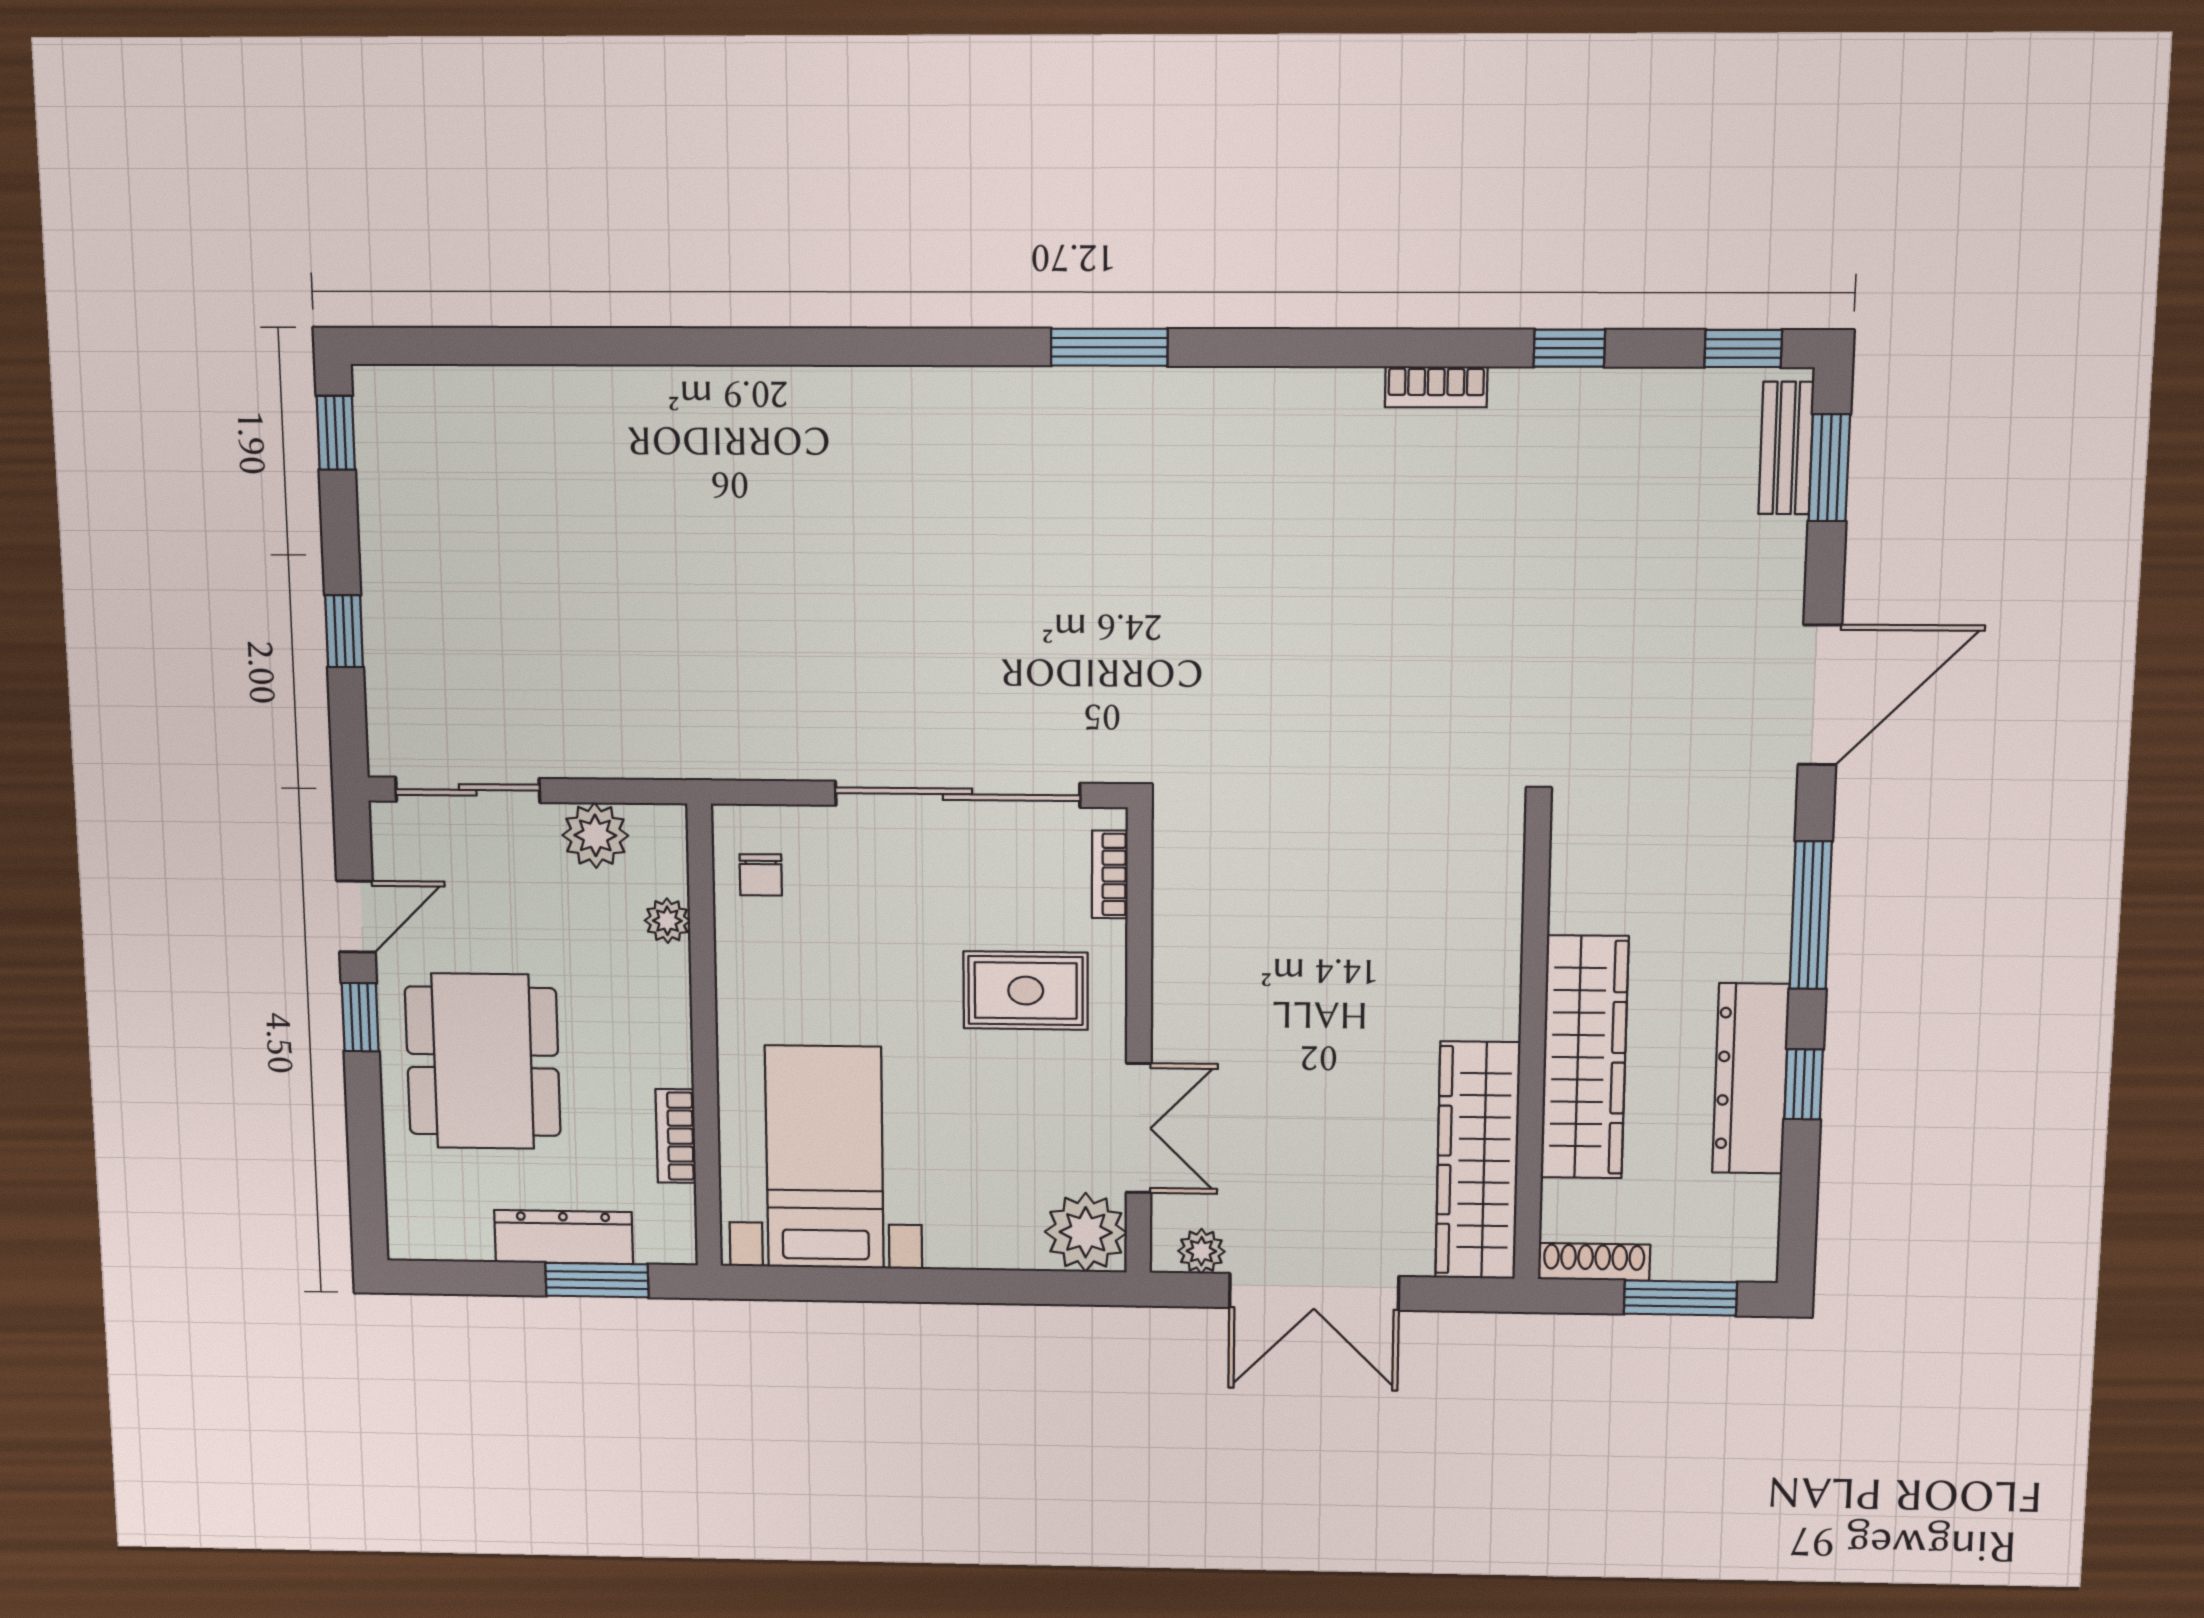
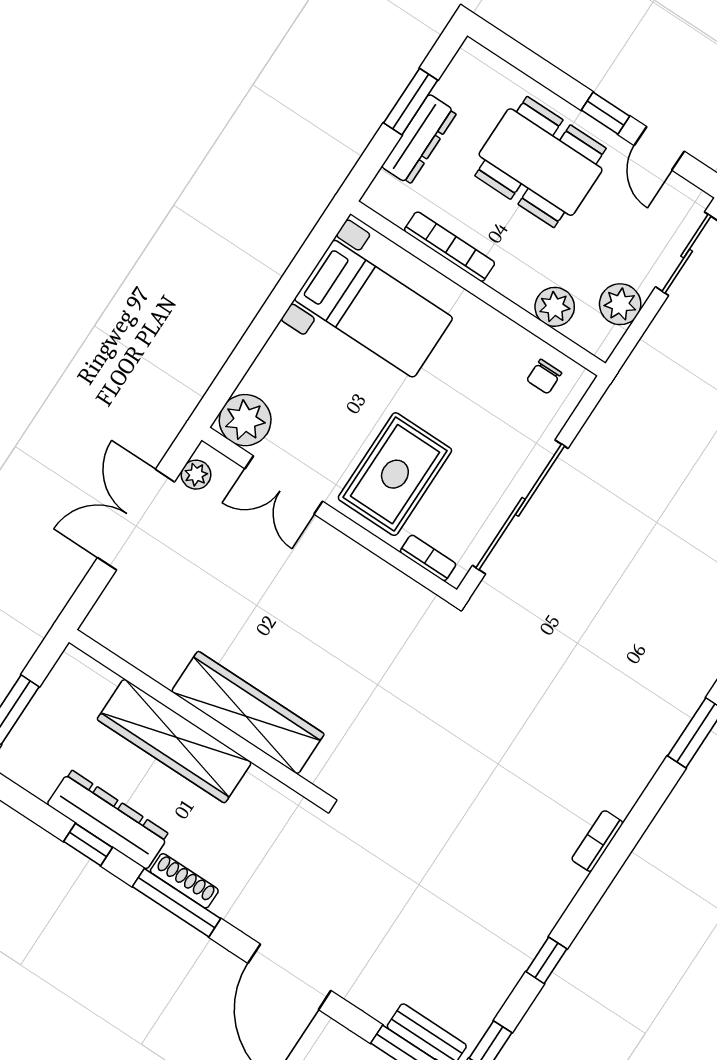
bookcase: (1436, 387) -> (597, 841), moved
chair: (761, 875) -> (544, 377), turned -90
plant: (667, 921) -> (555, 307), width x1.38, depth x1.38
rug: (1026, 991) -> (395, 474), width x1.36, depth x1.43
bookcase: (676, 1136) -> (450, 247), width x1.56
wardrobe: (1478, 1161) -> (248, 713), moved
shoe rack: (1594, 1262) -> (184, 881), moved, turned -90
window: (597, 1280) -> (411, 102), moved

